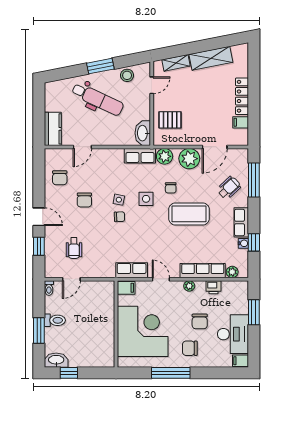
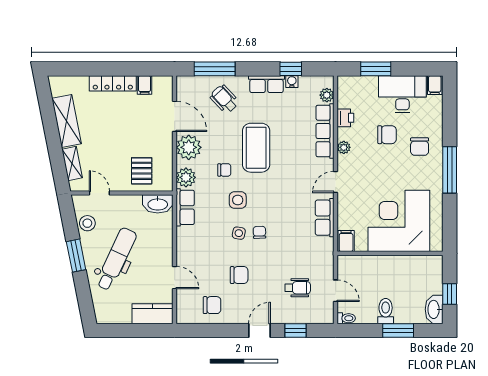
filing cabinet: (126, 288) -> (346, 241), moved
wall: (116, 324) -> (390, 253), moved
corner desk: (143, 331) -> (399, 221), moved

